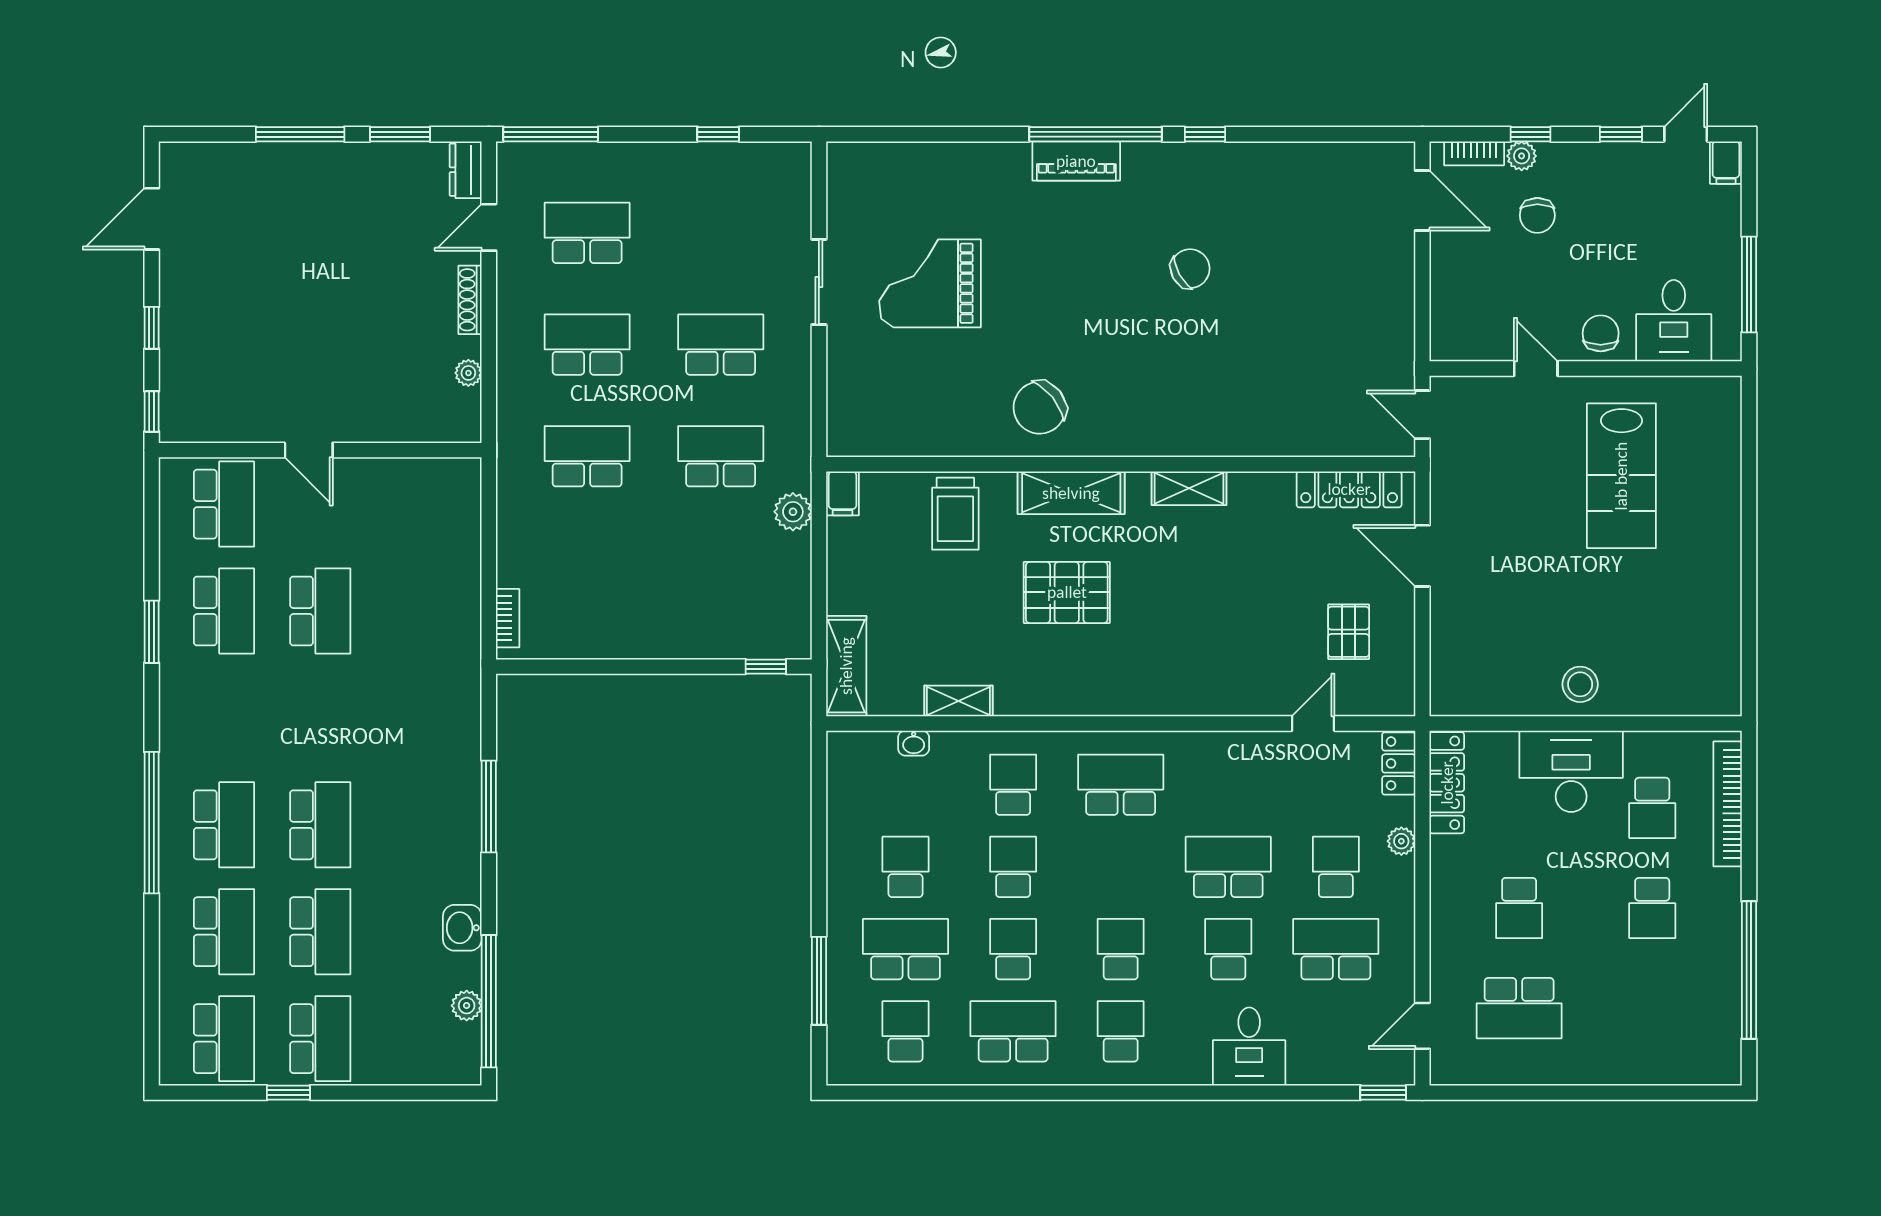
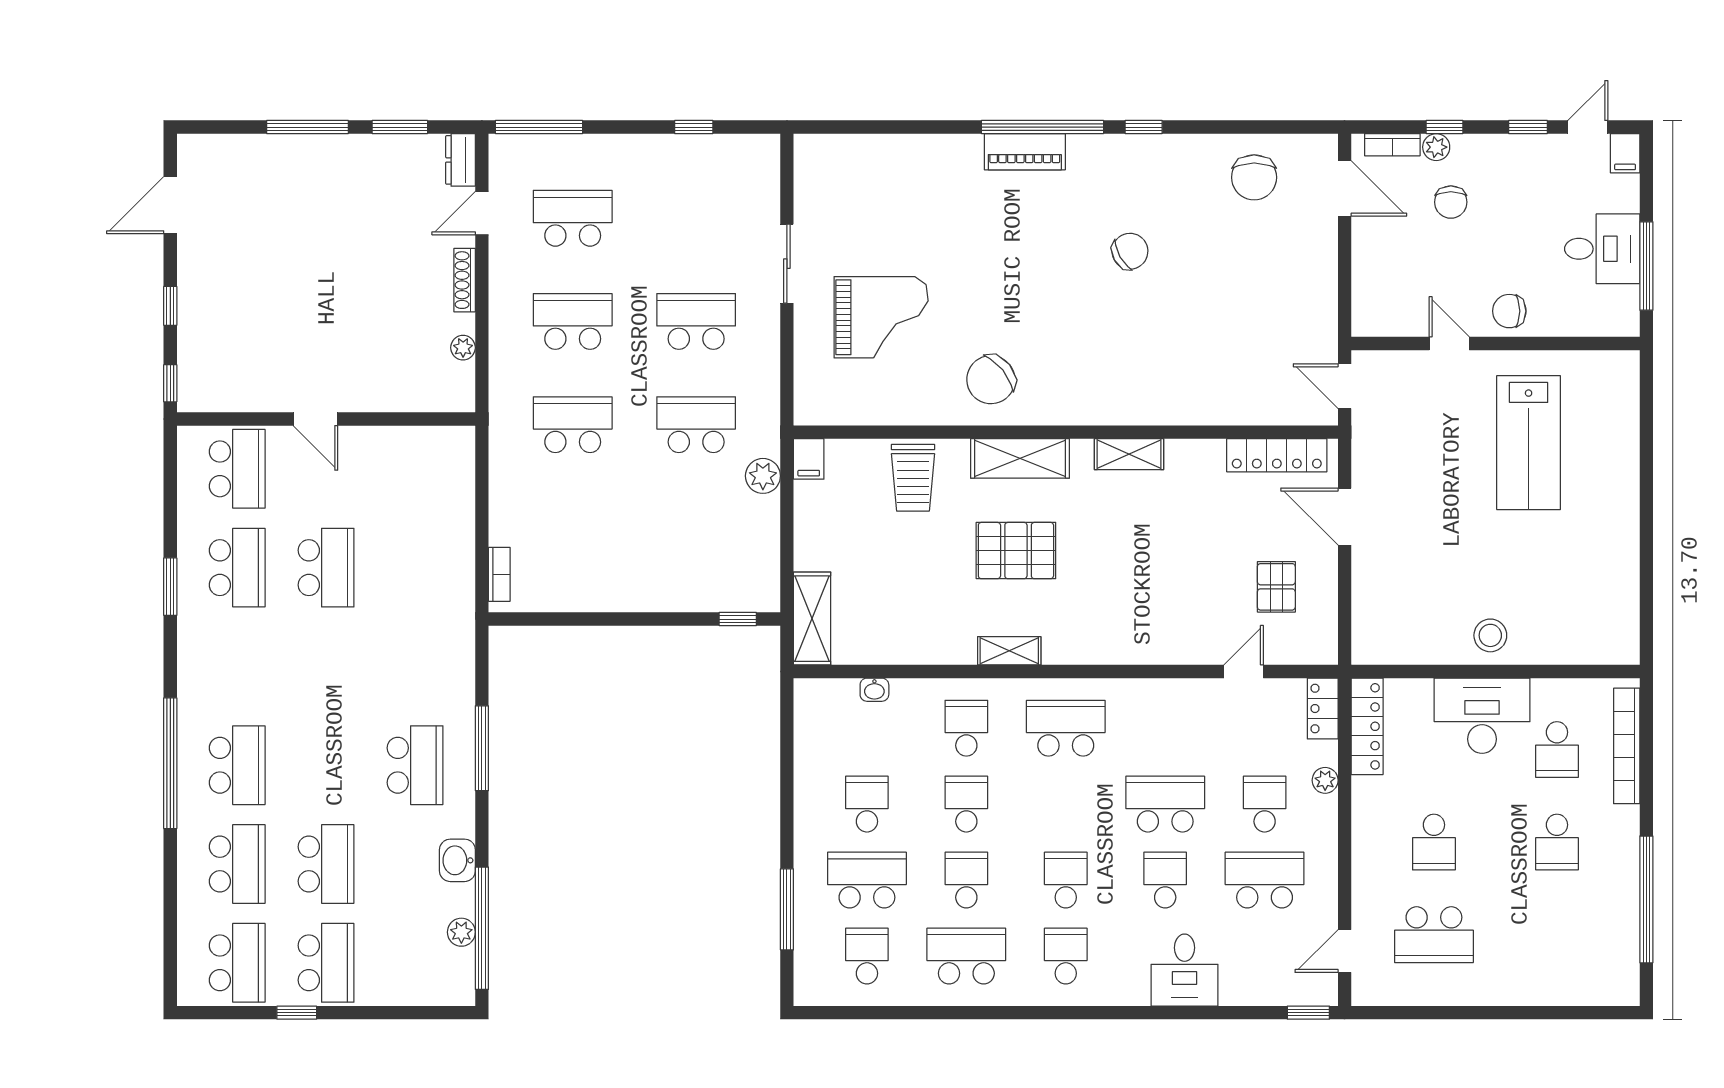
chair: (1324, 189) -> (1254, 177), added
grand piano: (930, 283) -> (881, 317), moved, turned 180
desk: (1674, 321) -> (1602, 249), moved, turned -90
chair: (1601, 333) -> (1509, 311), turned -90
shelving: (958, 701) -> (1009, 651), moved
school desk: (320, 825) -> (415, 765), moved

